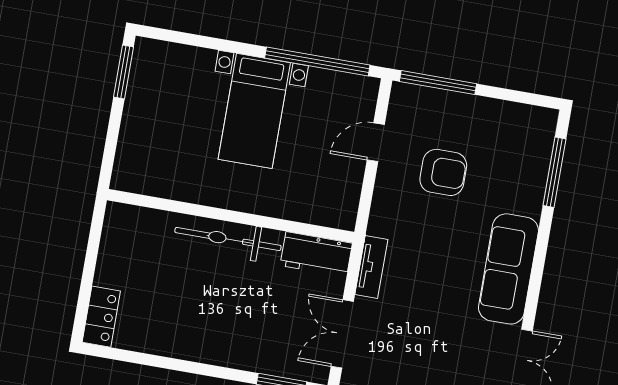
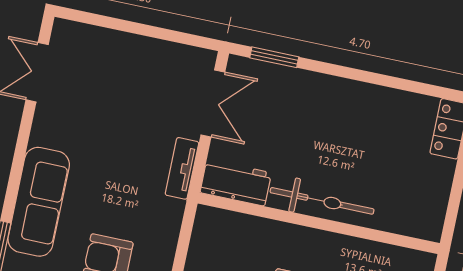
sofa: (508, 269) -> (39, 202), moved

